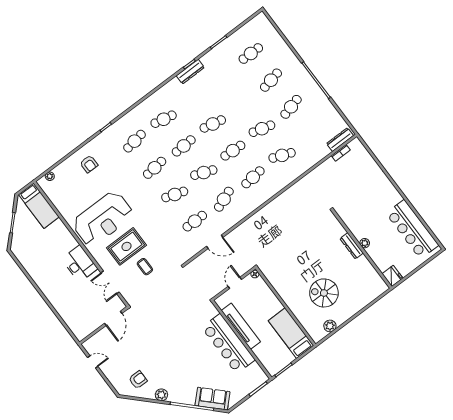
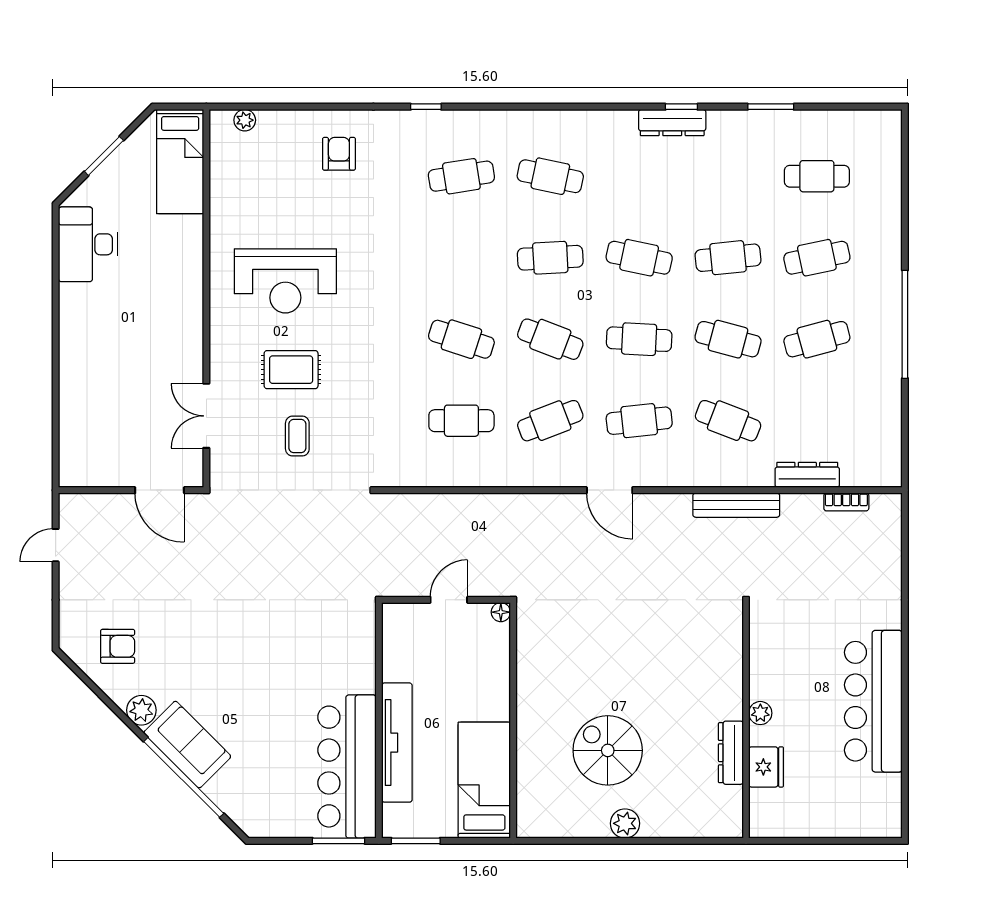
dresser: (340, 140) -> (807, 475), moved
armchair: (89, 164) -> (339, 154), turned 180
cafe table: (155, 168) -> (728, 258), moved
bench: (306, 181) -> (736, 505), added
reception desk: (103, 219) -> (285, 281), width x0.74, depth x0.77
bar counter: (412, 229) -> (873, 701), moved
door: (215, 242) -> (610, 490), moved
rug: (126, 246) -> (291, 370), width x0.73, depth x0.70
dresser: (352, 246) -> (731, 753), moved
desk: (80, 264) -> (88, 244), moved, turned 180
fridge: (392, 276) -> (766, 767), moved
door: (113, 318) -> (160, 490), hinge flipped
tv unit: (241, 326) -> (397, 743), moved
plant: (330, 326) -> (625, 823), moved
bar counter: (228, 344) -> (347, 767), moved
door: (93, 362) -> (56, 545), swing flipped
sofa: (213, 399) -> (187, 745), moved

